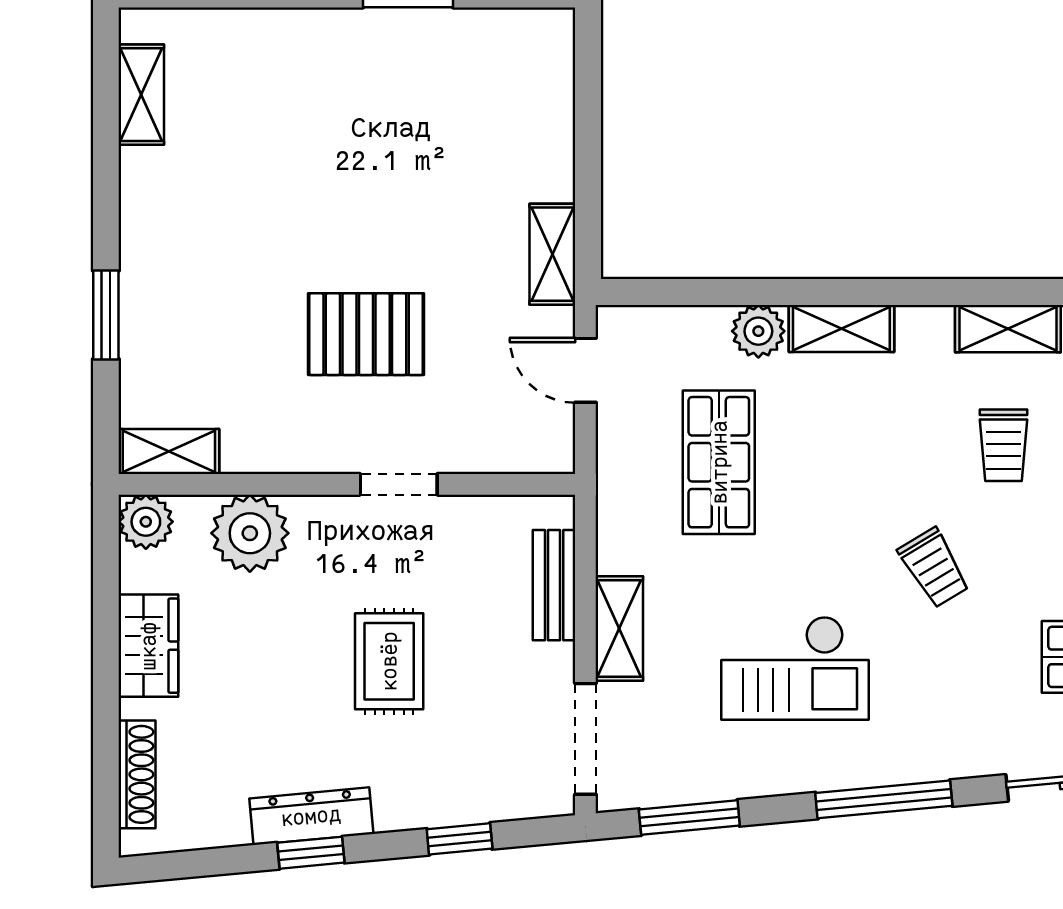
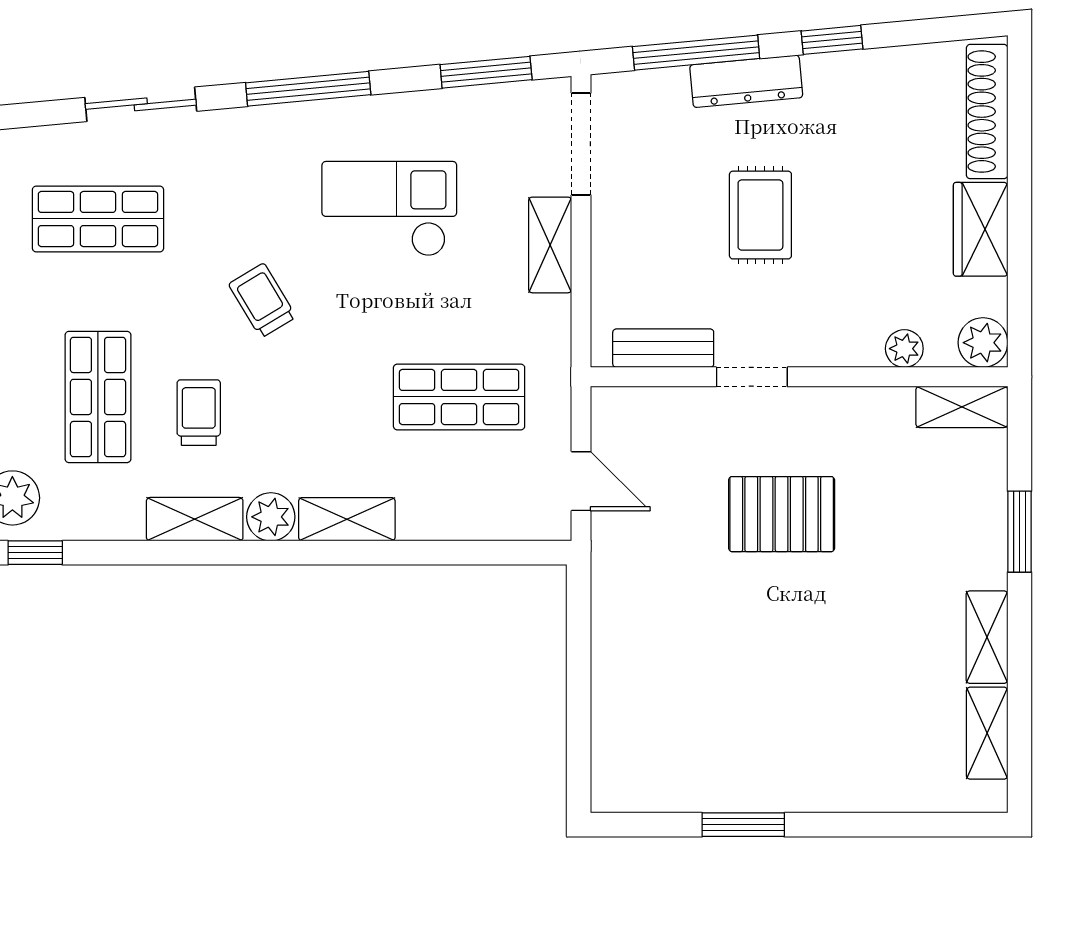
shelving: (552, 254) -> (987, 637), moved
plant: (758, 331) -> (271, 517), moved
shop shelf: (719, 462) -> (459, 397), turned 90
plant: (250, 533) -> (904, 349), width x0.53, depth x0.53
bench: (554, 585) -> (663, 348), moved, turned 90
shoe rack: (137, 774) -> (987, 112), width x1.36, depth x1.24
dresser: (311, 816) -> (746, 81), moved
window: (460, 839) -> (696, 53), width x2.17

